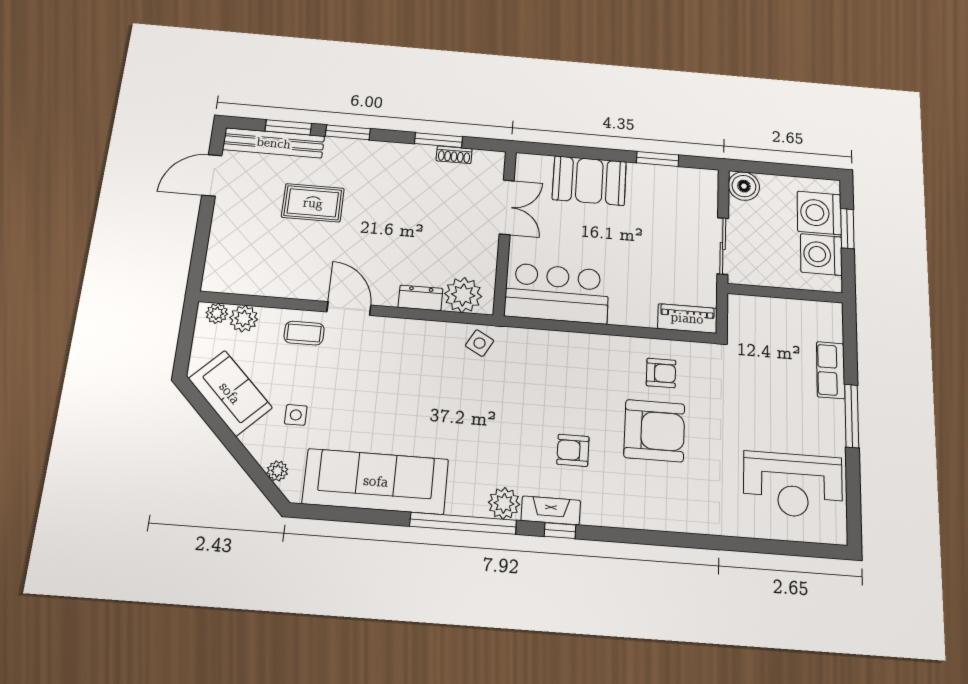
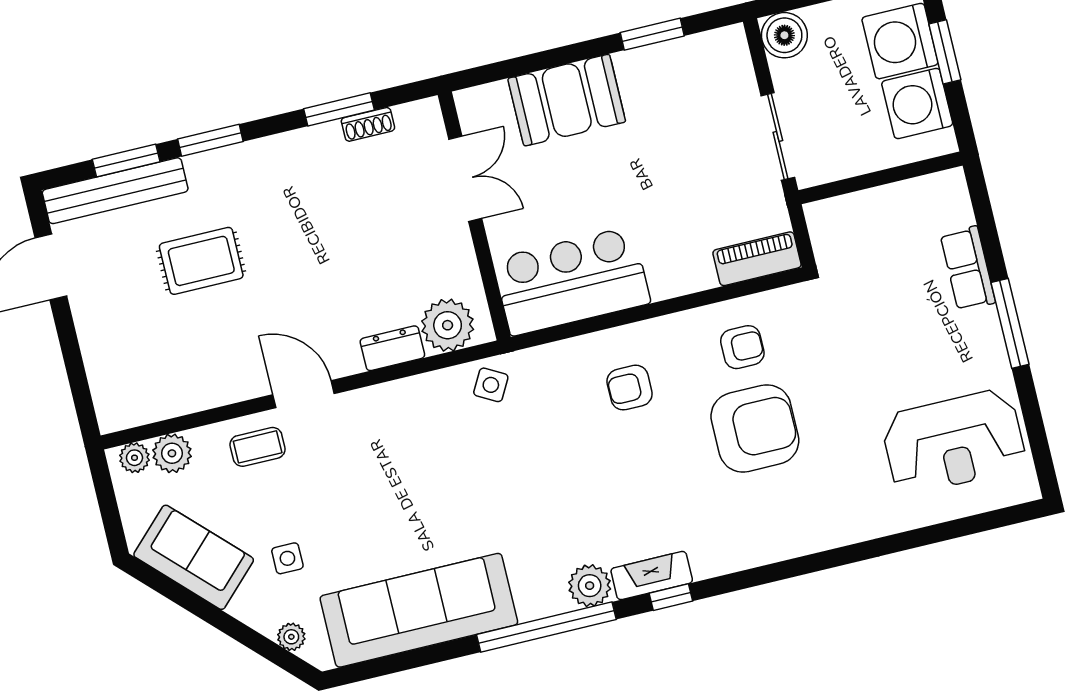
armchair: (573, 450) -> (630, 388), moved

